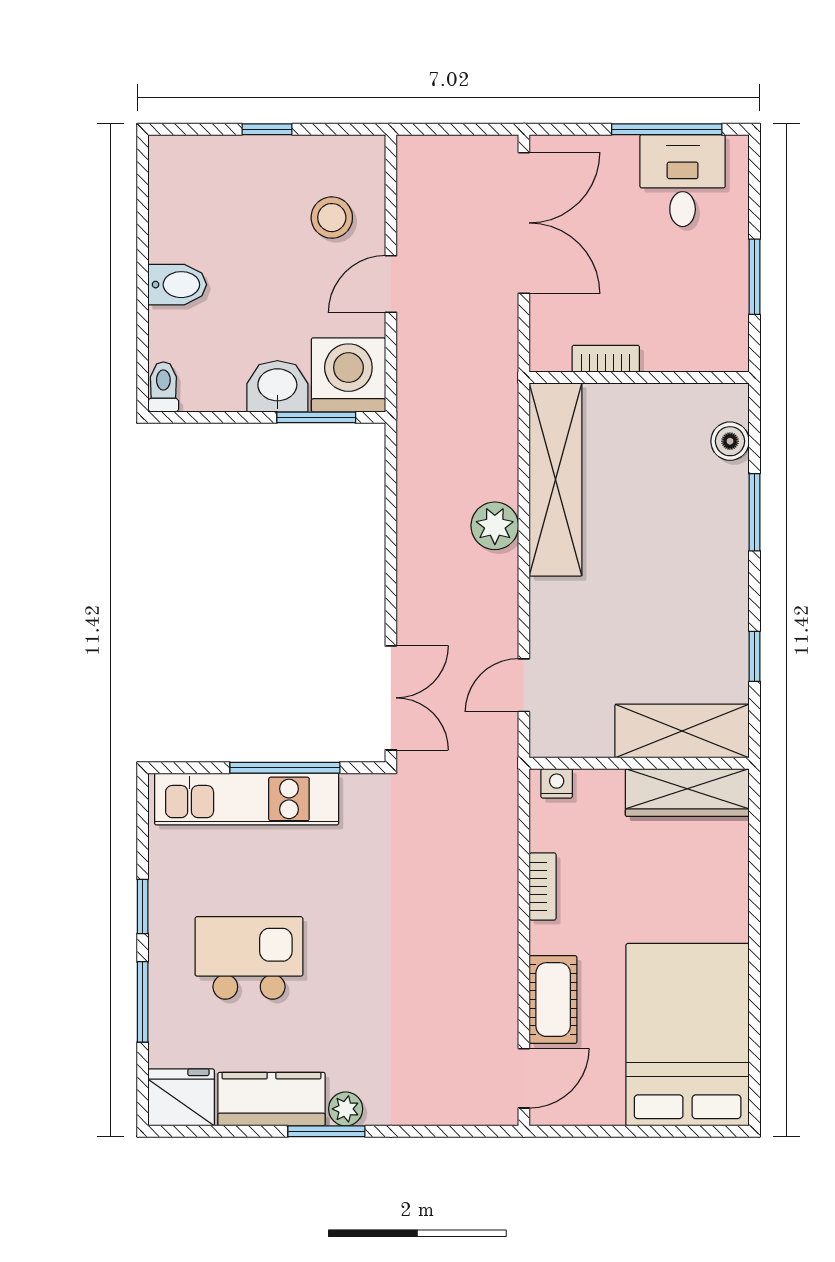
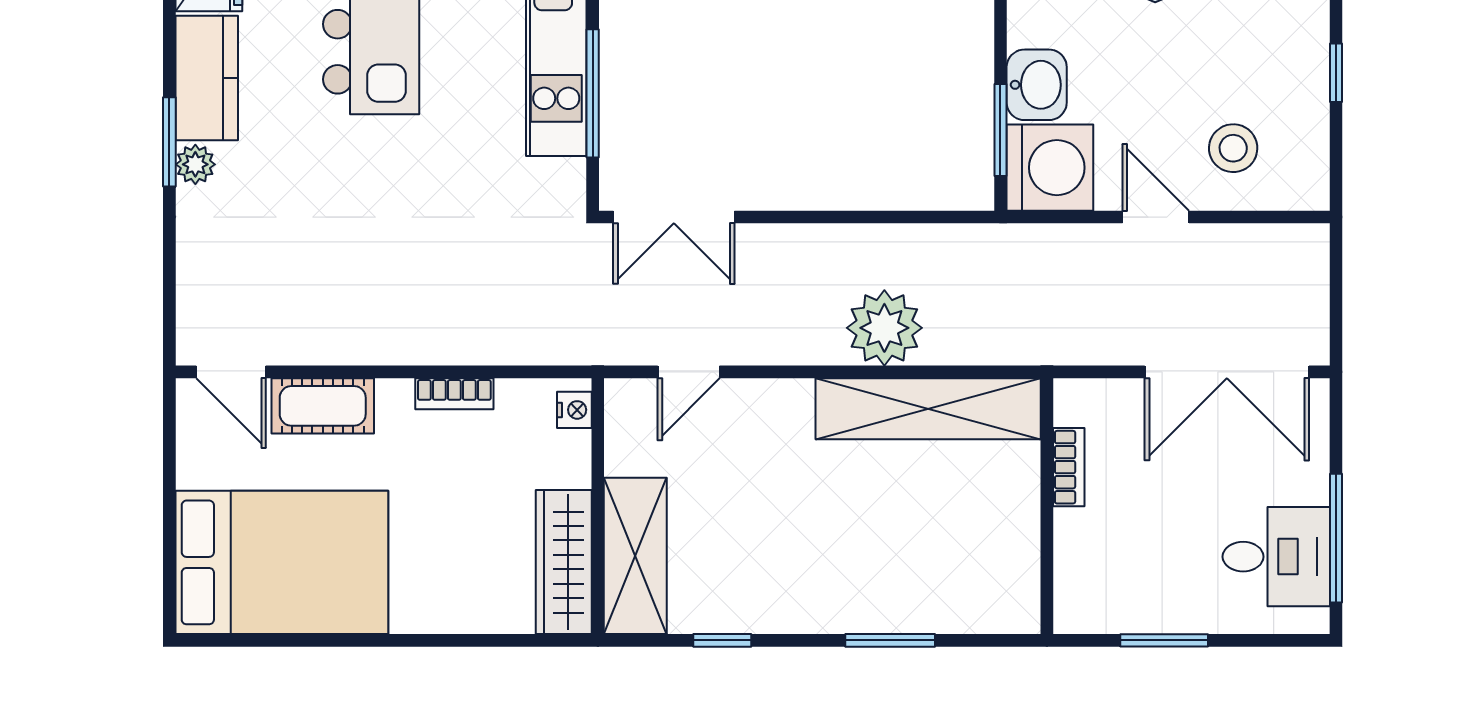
boiler: (730, 441) -> (973, 612), removed
plant: (495, 526) -> (884, 328), width x1.36, depth x1.36
door: (524, 685) -> (689, 372), swing flipped

